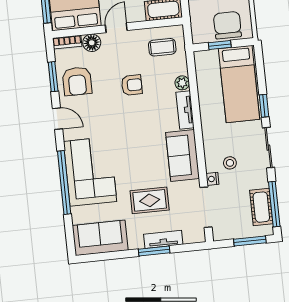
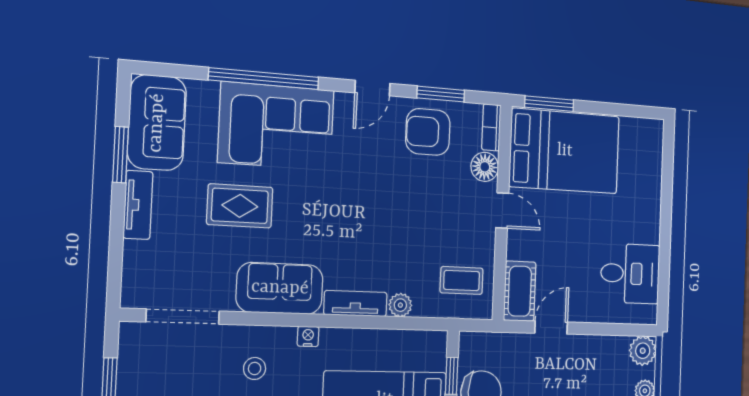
coffee table: (162, 47) -> (462, 280), turned 90
armchair: (132, 85) -> (409, 221), removed
nightstand: (212, 179) -> (308, 336), moved
rug: (150, 200) -> (240, 206), moved, turned 90
tv unit: (163, 239) -> (138, 205), moved
window: (154, 251) -> (120, 155), moved

